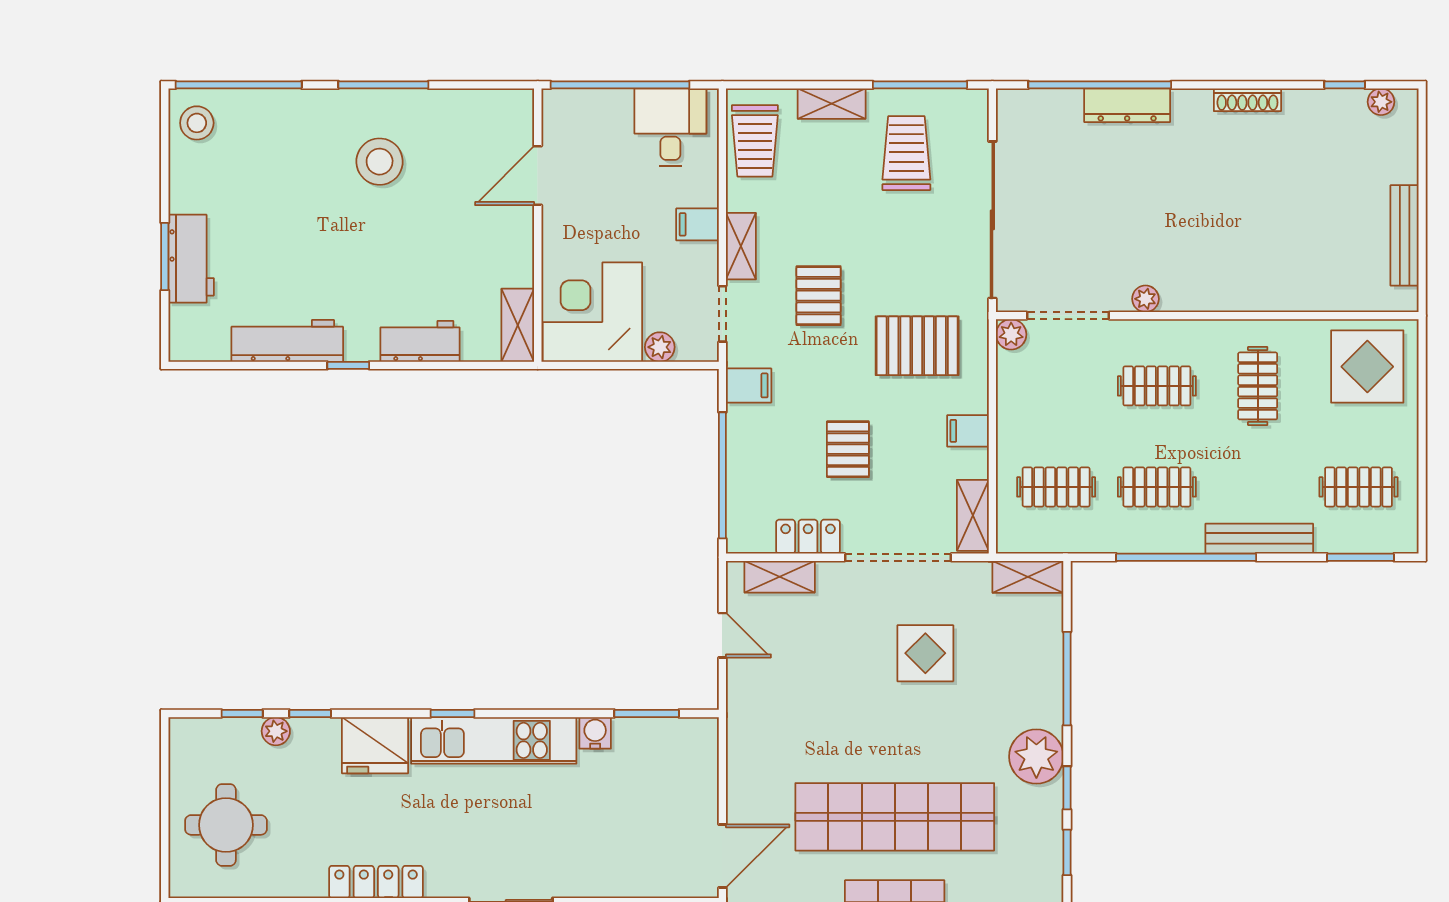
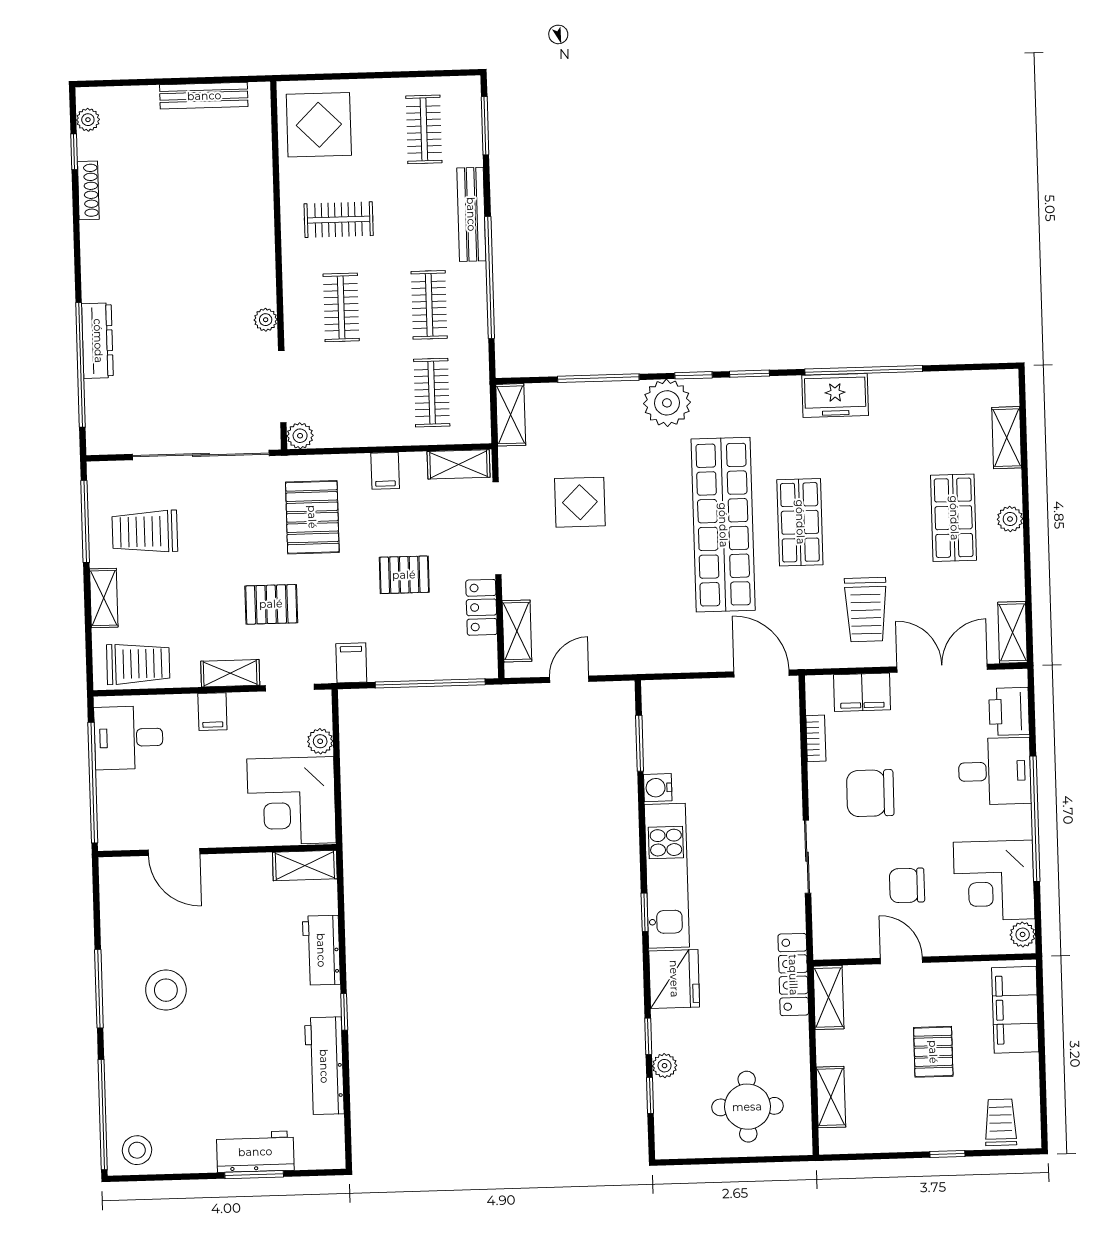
shoe rack: (1247, 100) -> (88, 190), moved

